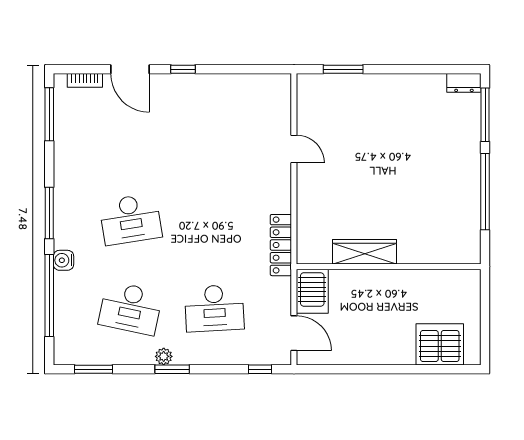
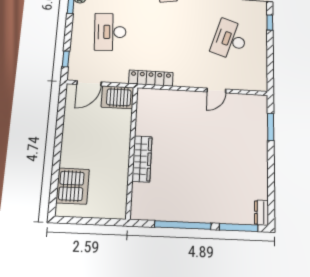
desk: (214, 130) -> (230, 40), added
wardrobe: (365, 252) -> (142, 159), moved

